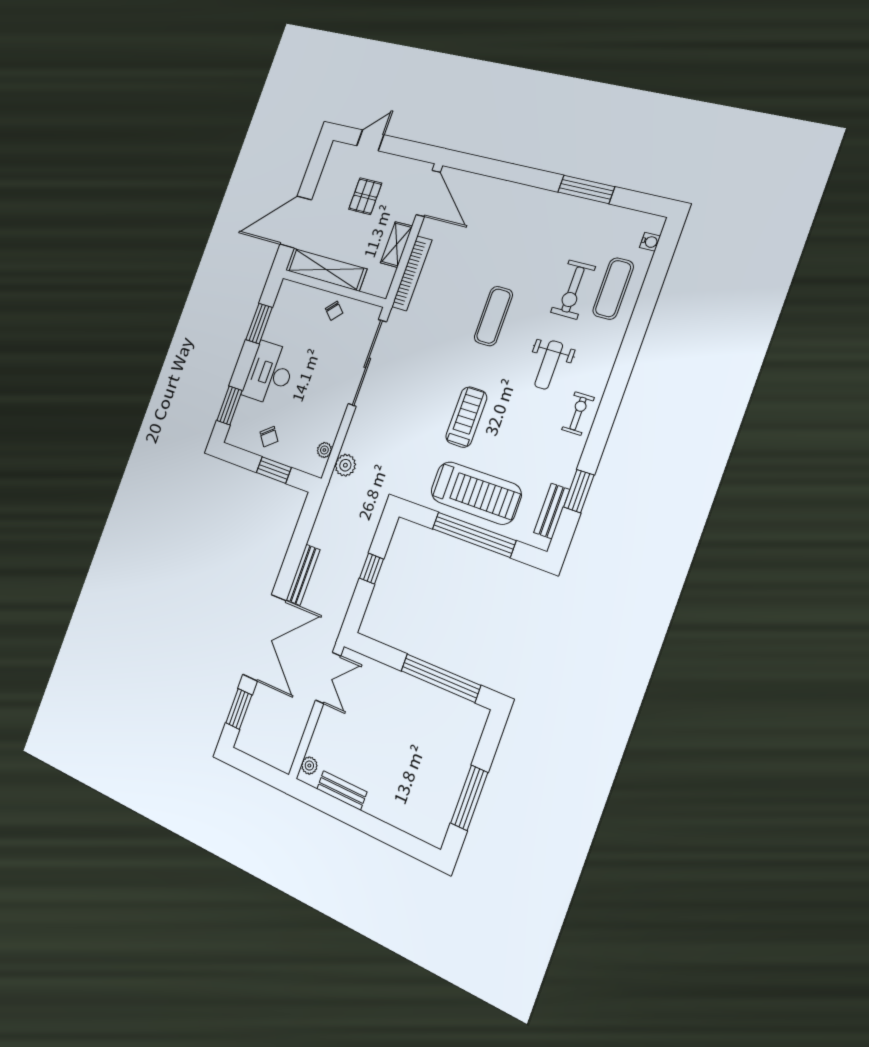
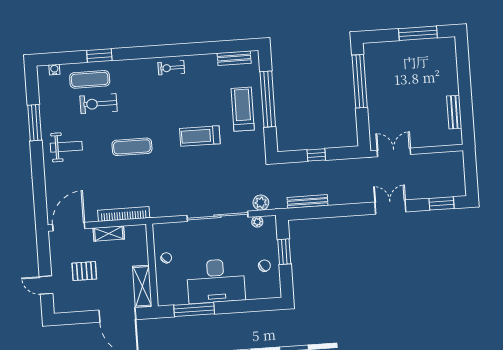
shelving: (326, 270) -> (142, 286), width x0.68
exercise bike: (573, 289) -> (98, 104), turned 180
window: (259, 324) -> (194, 310), width x1.44
sliding door: (367, 363) -> (217, 216), moved
weight bench: (549, 365) -> (66, 147), moved
desk: (270, 373) -> (216, 281), width x1.36, depth x1.30
window: (229, 406) -> (256, 305), removed
window: (579, 491) -> (99, 56), moved
treadmill: (476, 493) -> (243, 109), width x0.73, depth x0.73
bench: (303, 575) -> (307, 201), moved
double door: (264, 638) -> (390, 207), width x0.54
plant: (309, 766) -> (451, 140), removed

